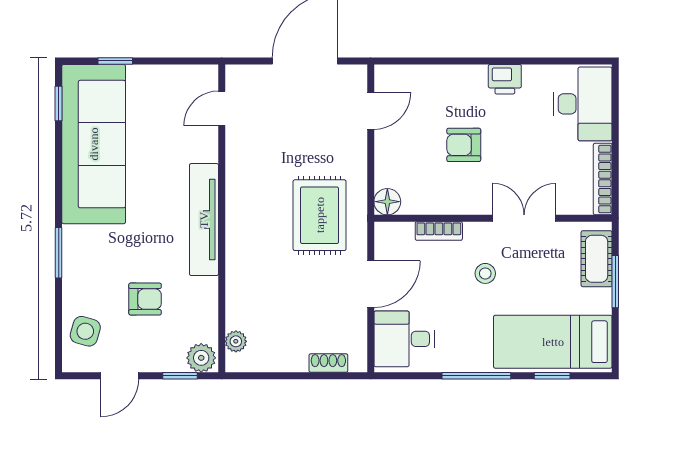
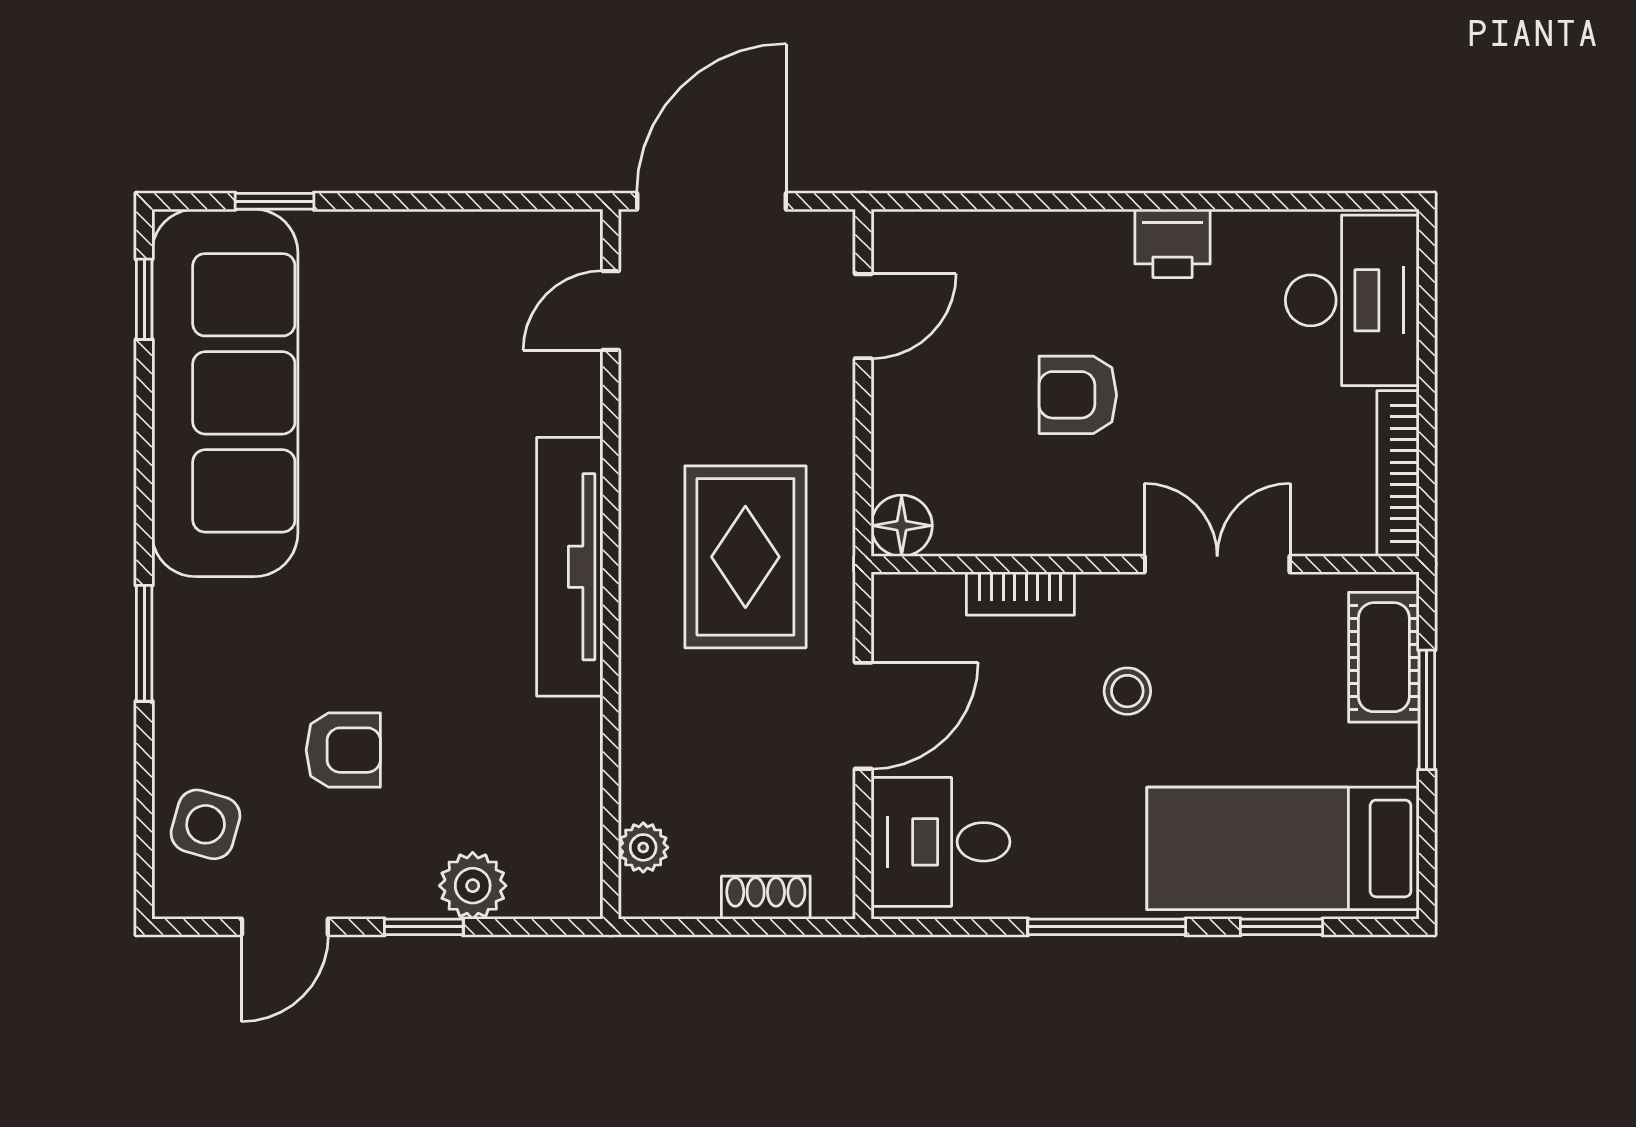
door: (222, 108) -> (611, 311), moved
wall: (222, 218) -> (611, 564), moved
tv unit: (204, 220) -> (570, 567), moved
plant: (236, 341) -> (643, 847), moved

